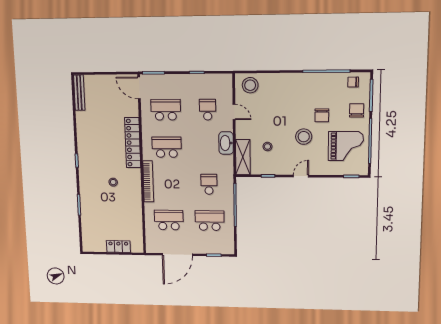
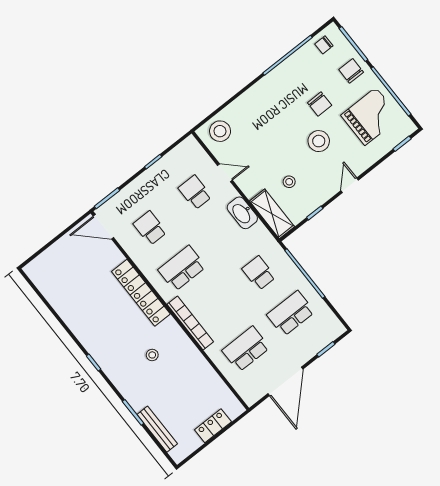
bench: (79, 93) -> (157, 429), moved
school desk: (166, 110) -> (150, 228), width x0.54

